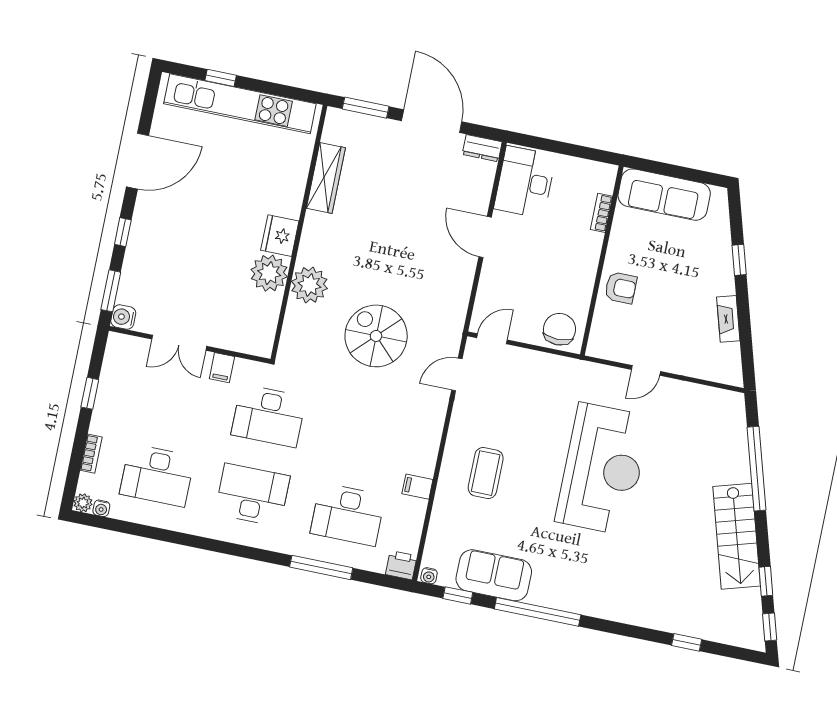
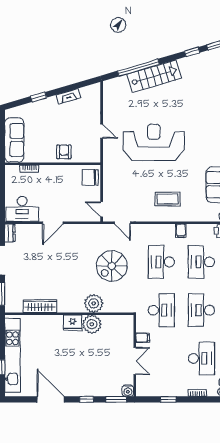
desk: (364, 435) -> (161, 262), added
desk: (348, 514) -> (201, 262), turned 180
stairs: (737, 536) -> (154, 76), moved

